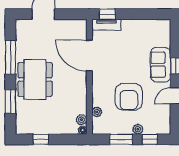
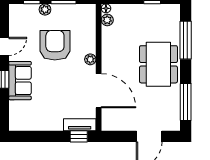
window: (10, 57) -> (186, 102), moved
window: (10, 101) -> (186, 40), width x1.44
plant: (97, 112) -> (90, 59), moved

